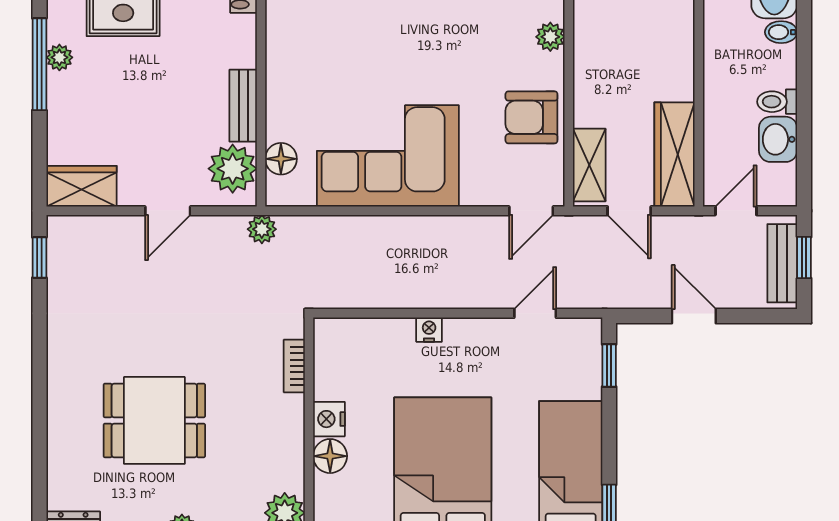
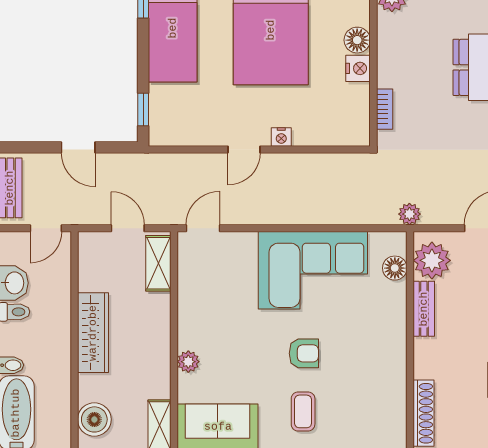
armchair: (531, 117) -> (304, 353), moved, width x0.72, depth x0.72
wardrobe: (674, 154) -> (93, 333), moved
door: (535, 313) -> (244, 150), moved

